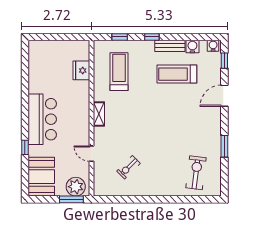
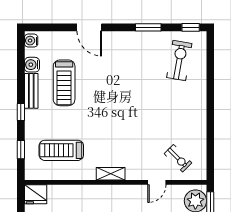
window: (224, 61) -> (191, 27), moved
fridge: (81, 70) -> (36, 194), moved
exercise bike: (128, 167) -> (178, 158), moved
exercise bike: (196, 173) -> (179, 60), turned 93

